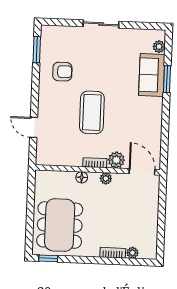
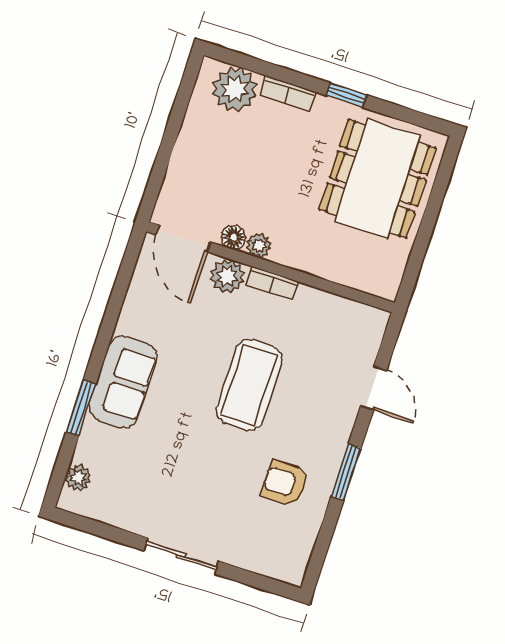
window: (37, 50) -> (346, 472), moved
sofa: (152, 75) -> (123, 382), moved
floor lamp: (82, 177) -> (234, 237), moved
plant: (132, 253) -> (235, 89), width x1.87, depth x1.87
window: (48, 258) -> (346, 95), moved

